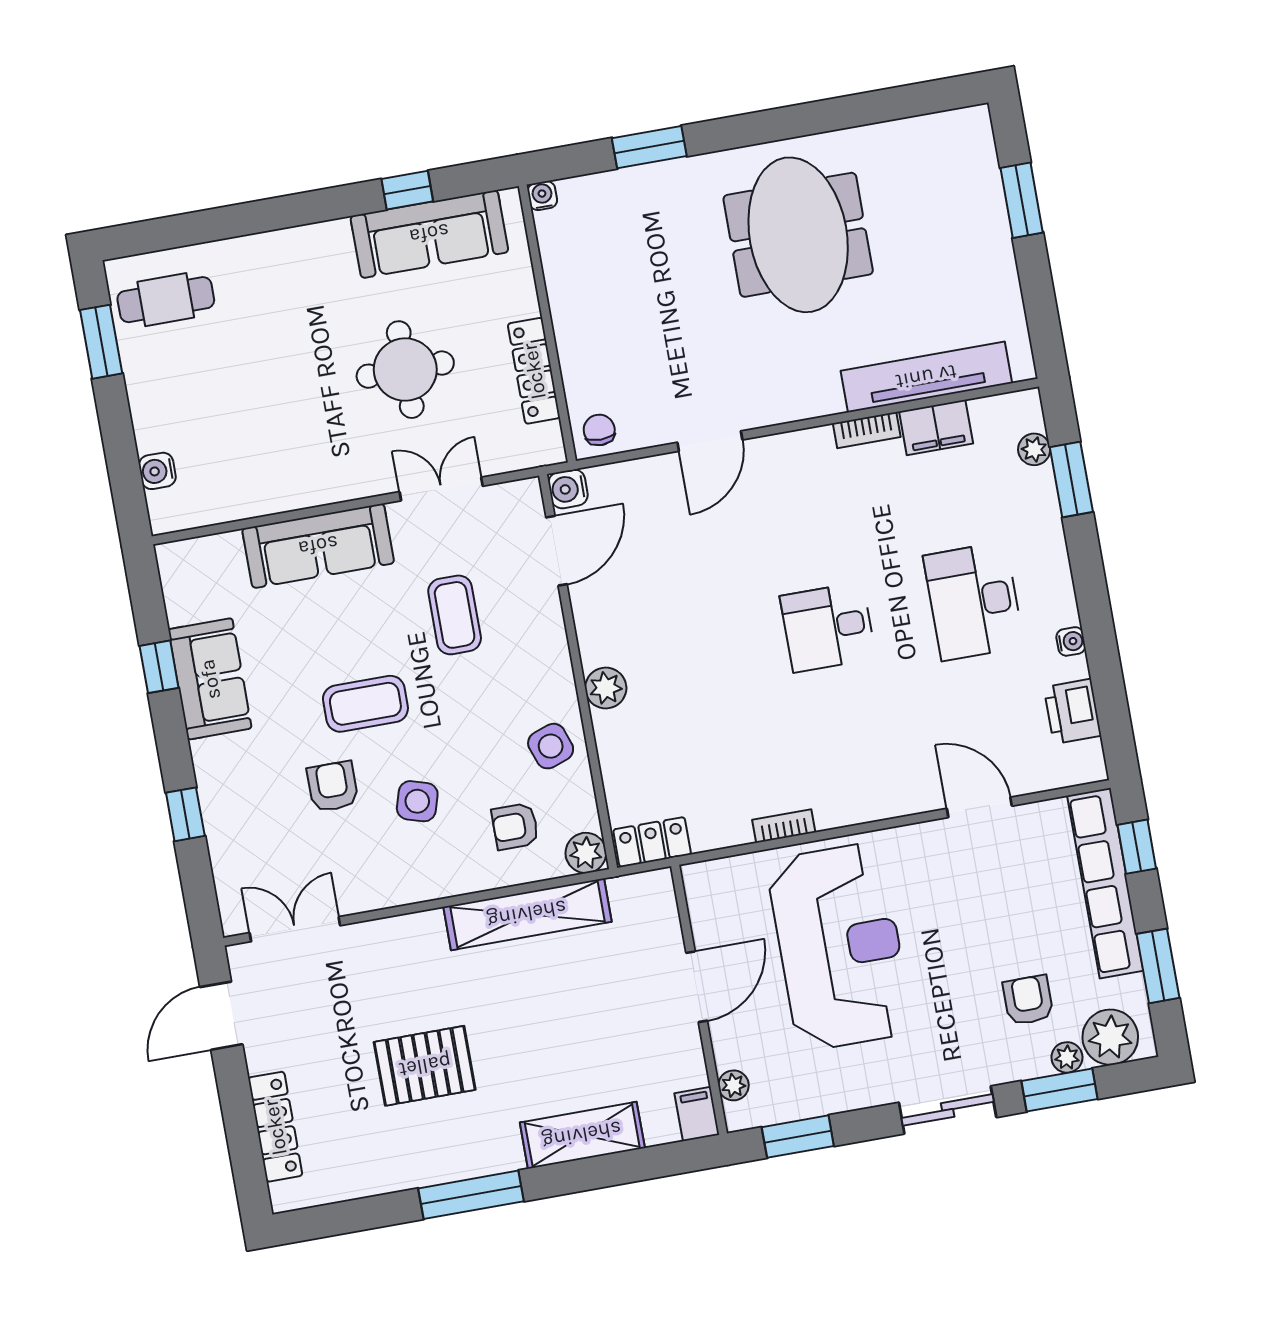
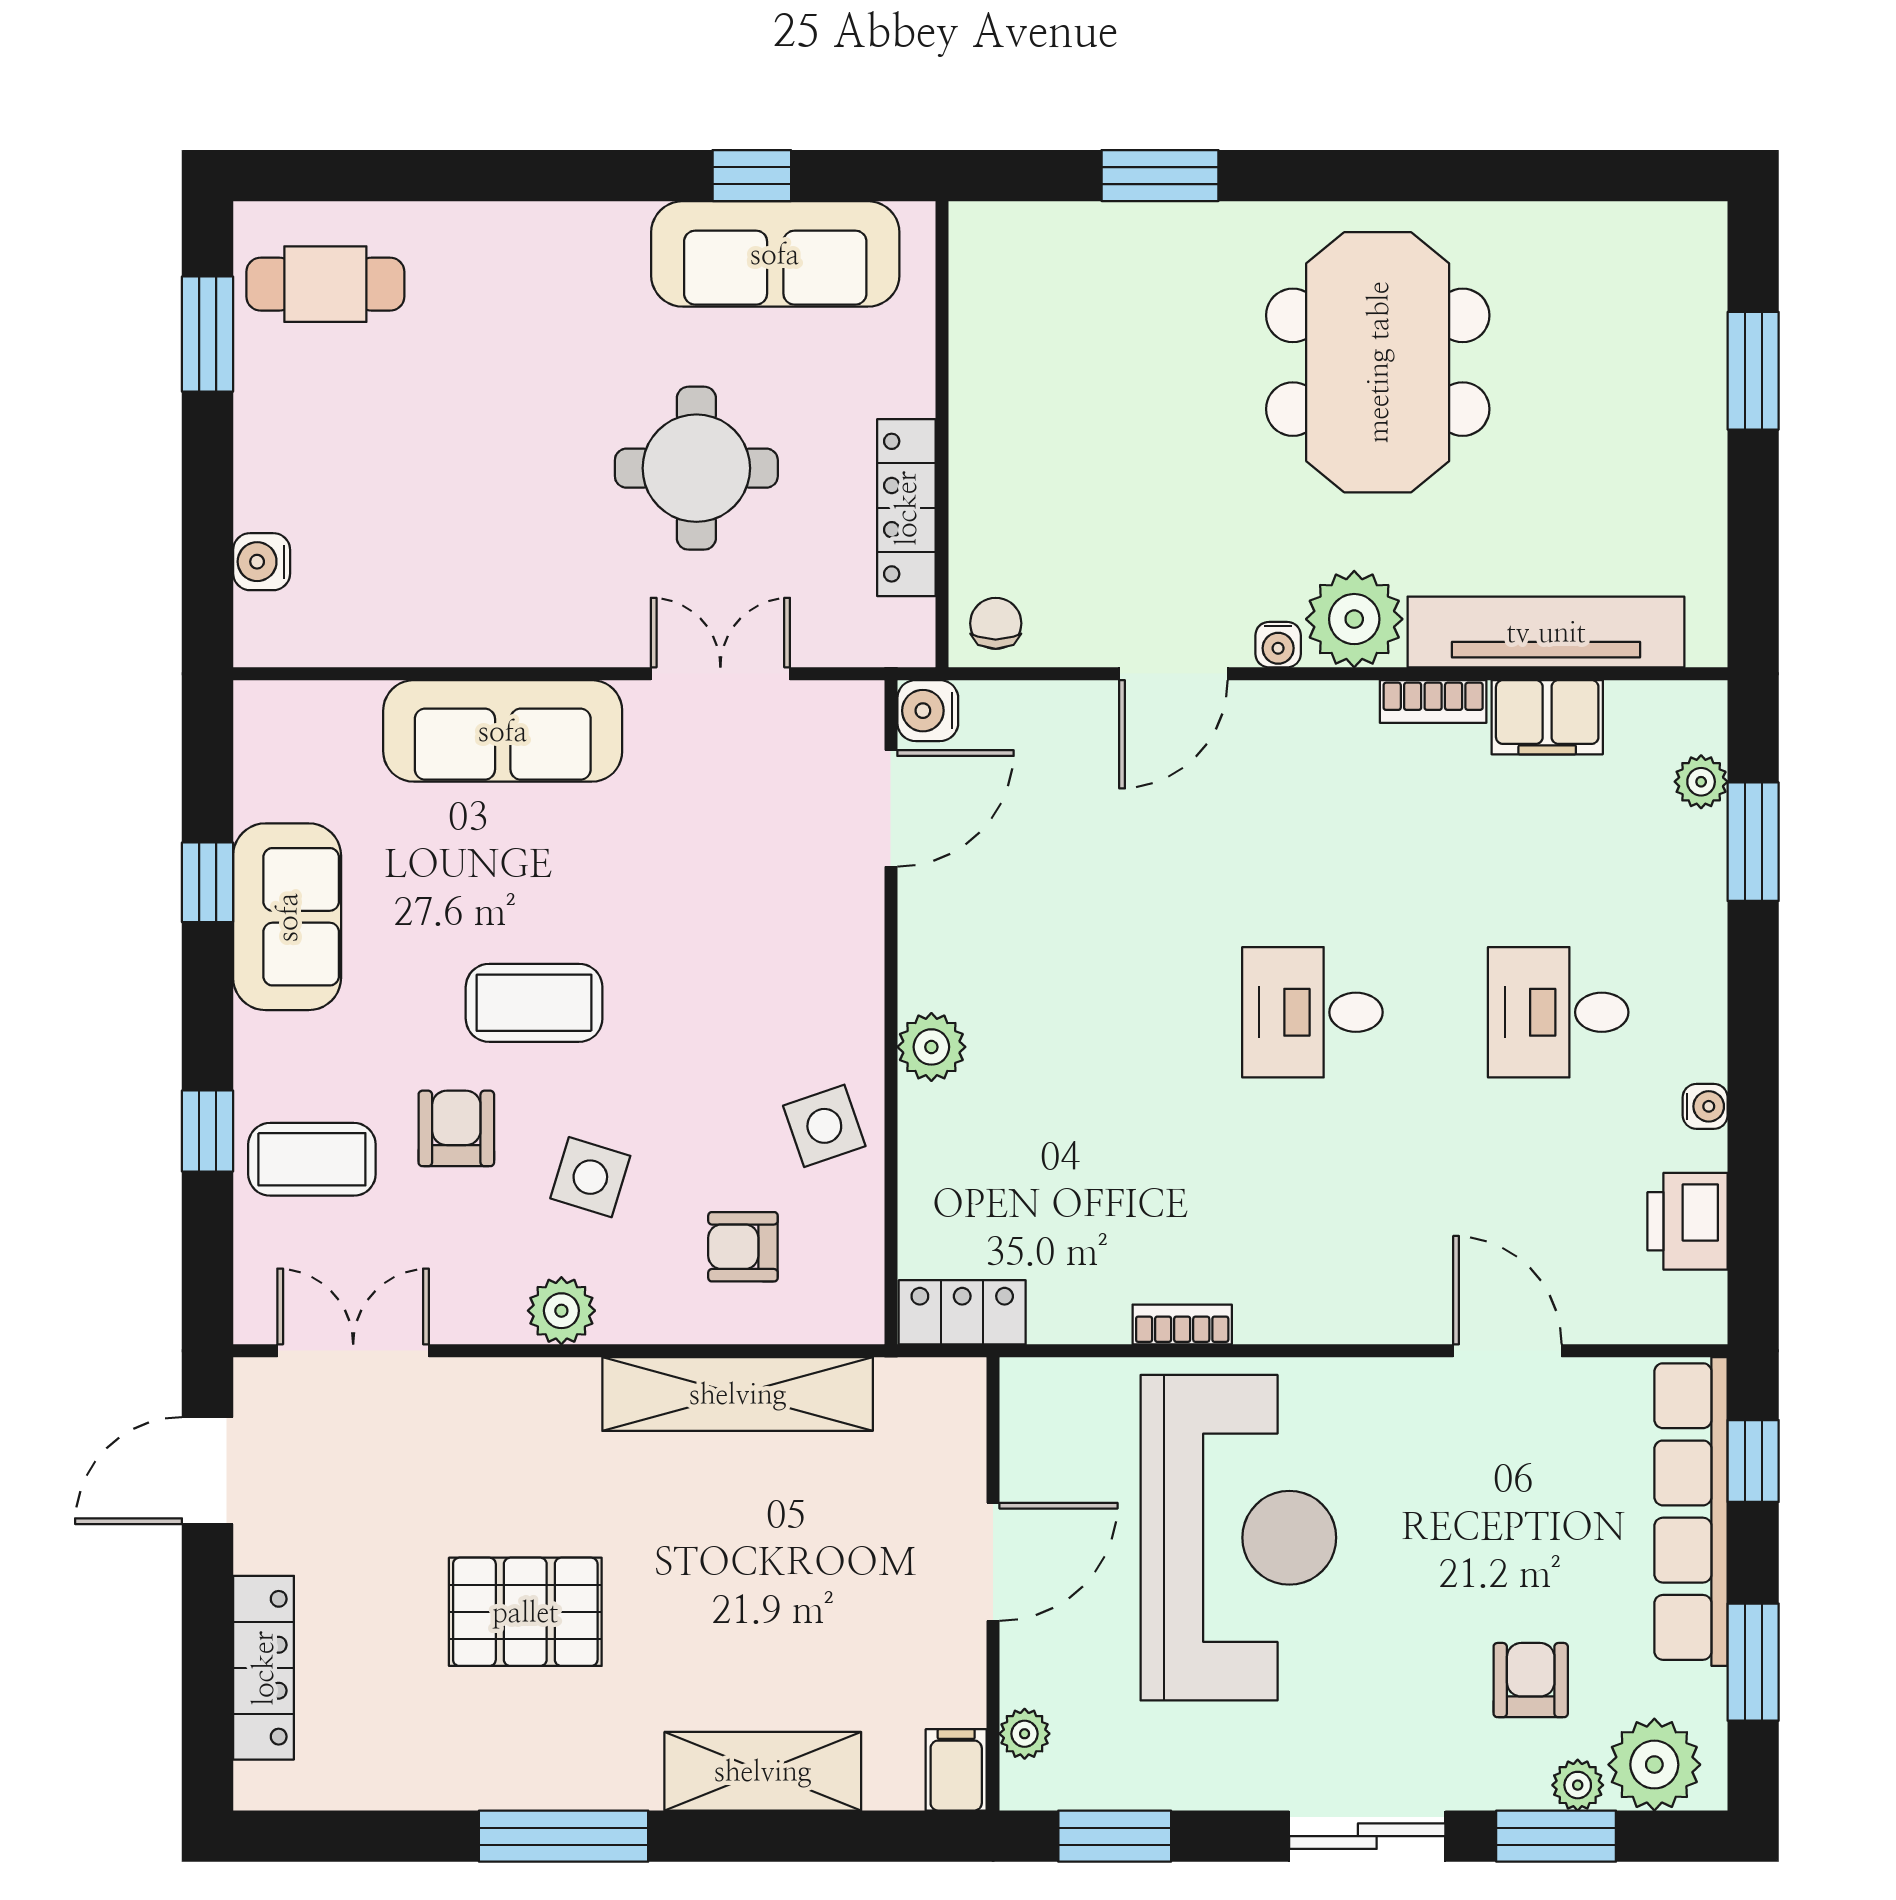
water cooler: (542, 196) -> (1278, 645), moved, turned 180
plant: (811, 390) -> (1354, 619), added
desk: (974, 601) -> (1558, 1012), width x0.73
coffee table: (455, 615) -> (312, 1159), moved, turned 90
plant: (586, 853) -> (561, 1311), moved

